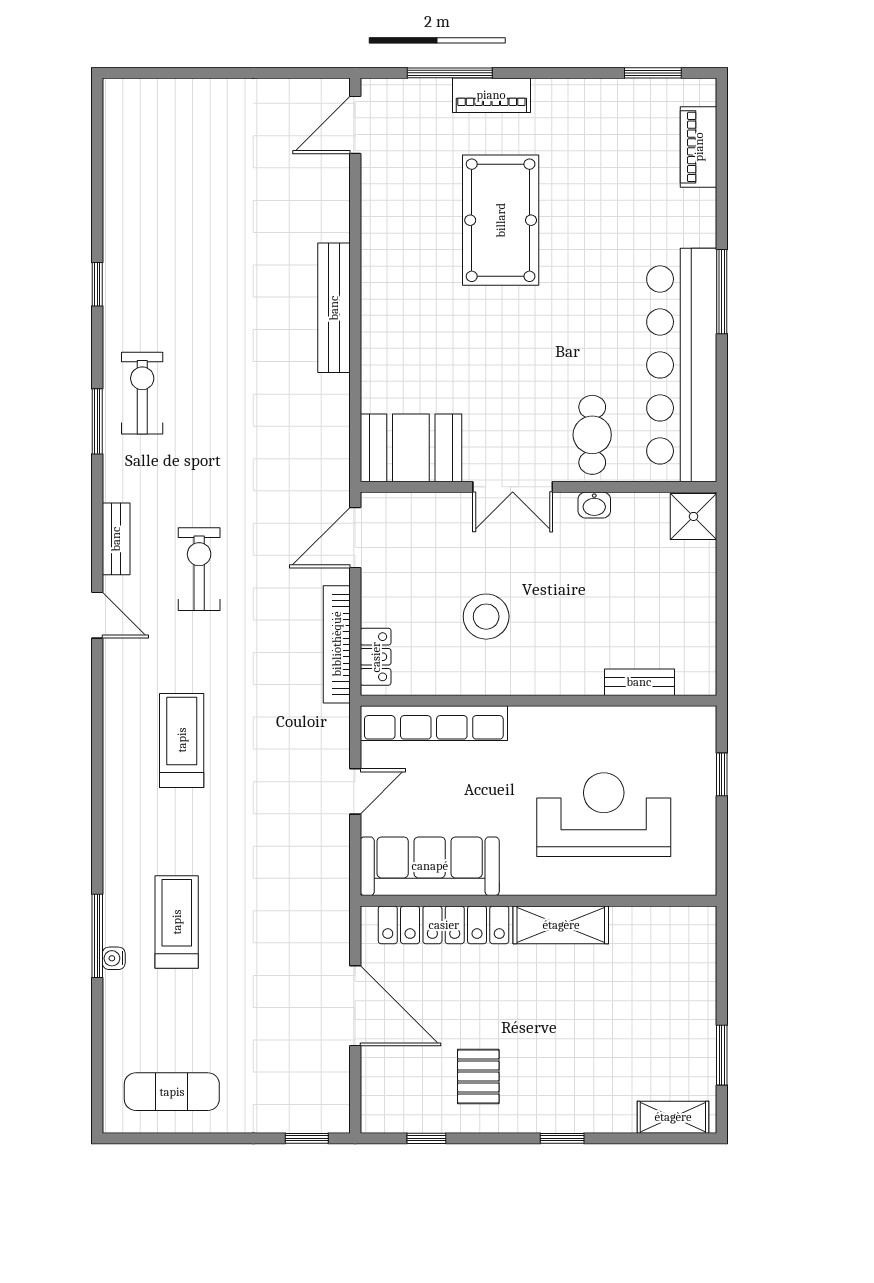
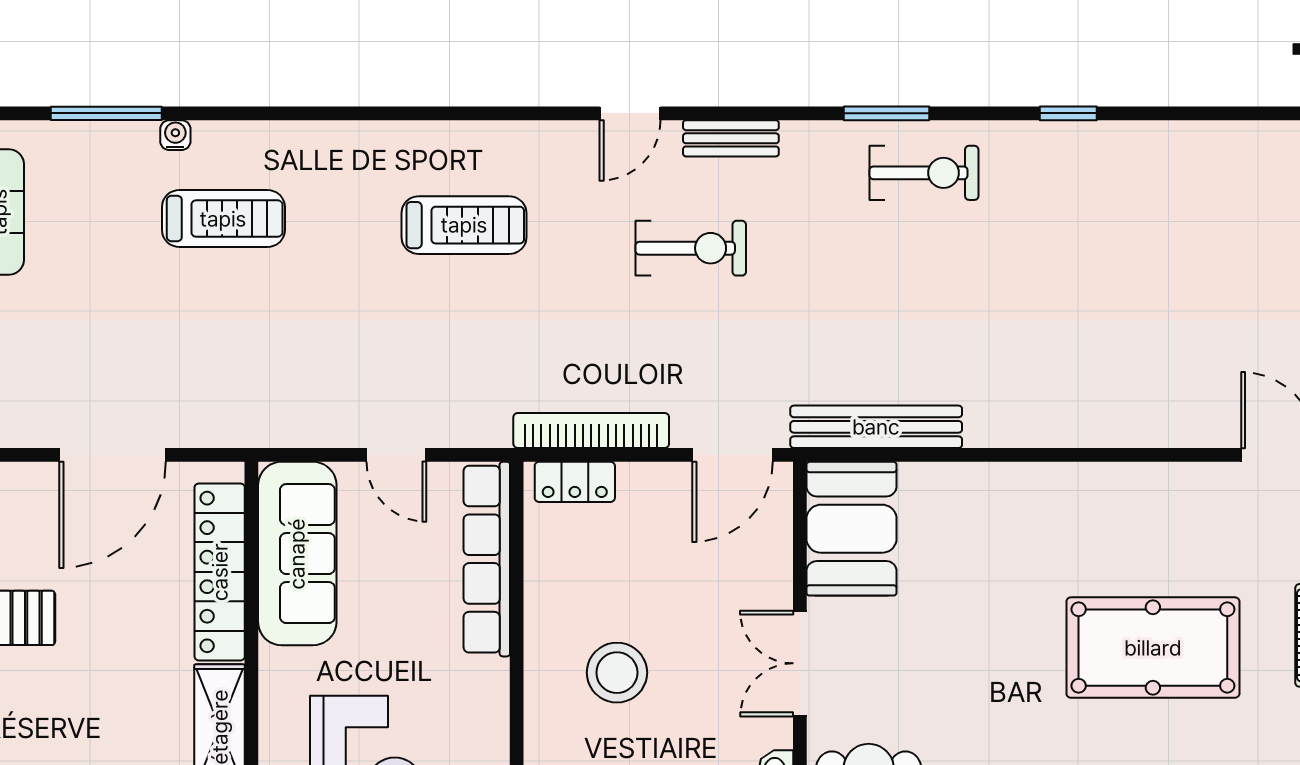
bench: (334, 308) -> (876, 427), moved
door: (355, 538) -> (732, 455), swing flipped
stool: (486, 617) -> (617, 673), moved
window: (97, 936) -> (106, 113), moved

